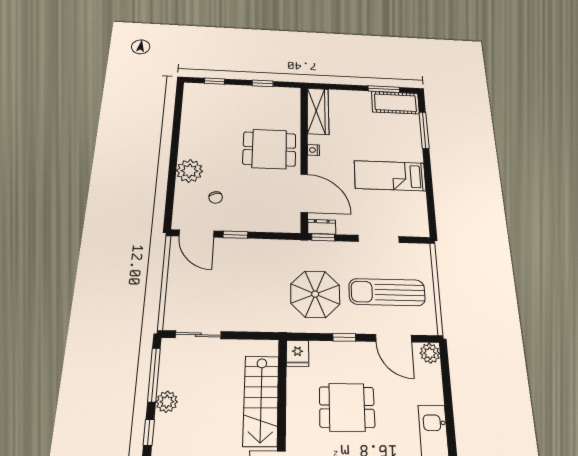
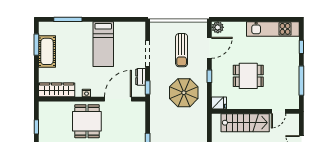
cot: (395, 103) -> (47, 51), moved
dresser: (322, 227) -> (141, 77), moved
sun lounger: (387, 292) -> (182, 50), width x0.73, depth x0.75
dining table: (347, 407) -> (248, 76), turned 90

